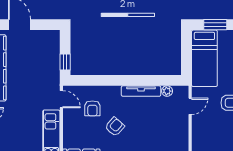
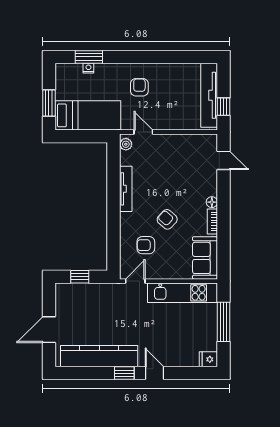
window: (65, 62) -> (80, 277), moved
plant: (167, 91) -> (126, 144), moved
armchair: (92, 108) -> (146, 245), turned 180

